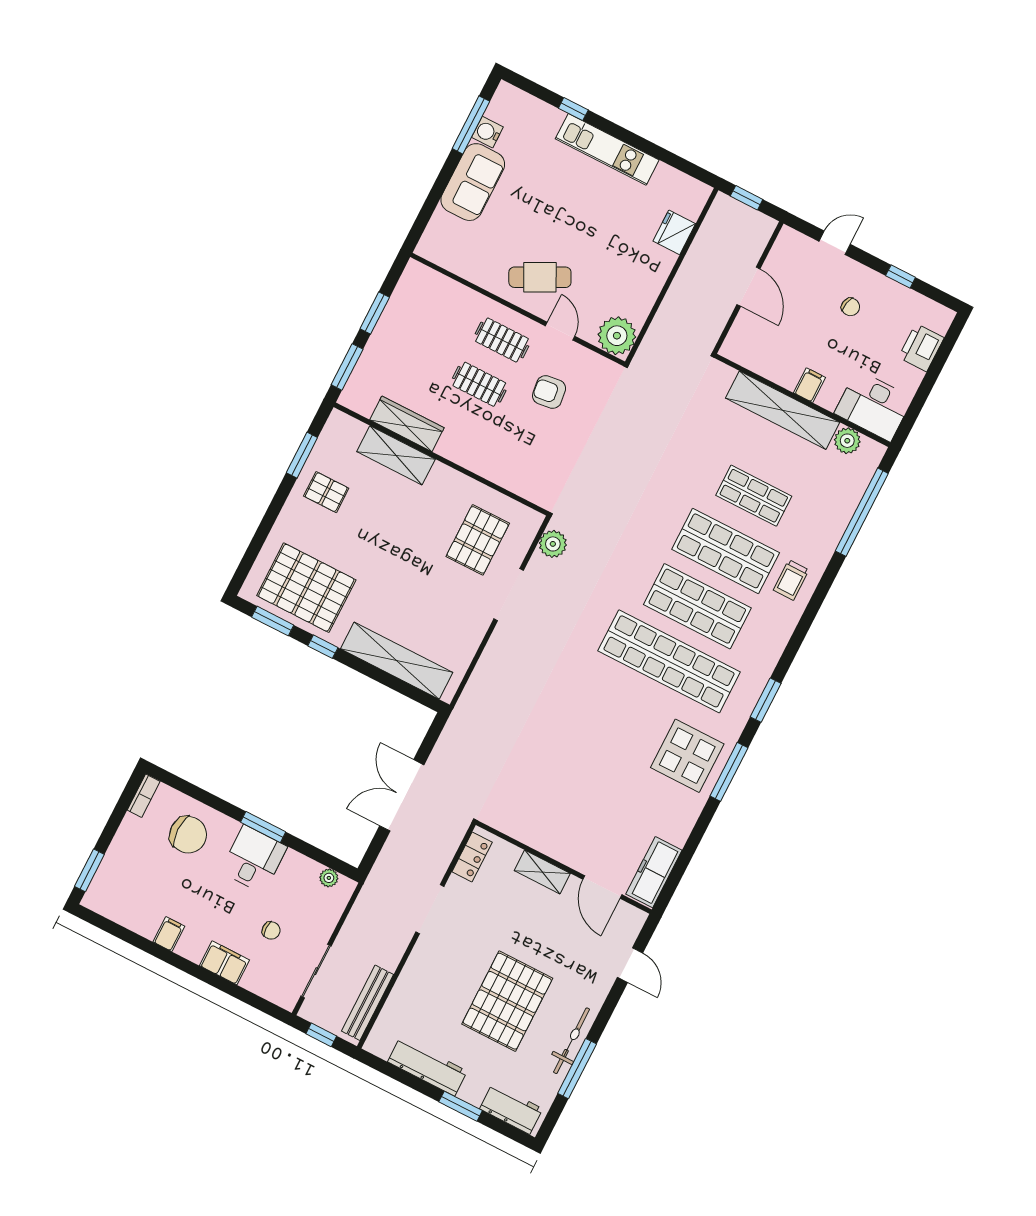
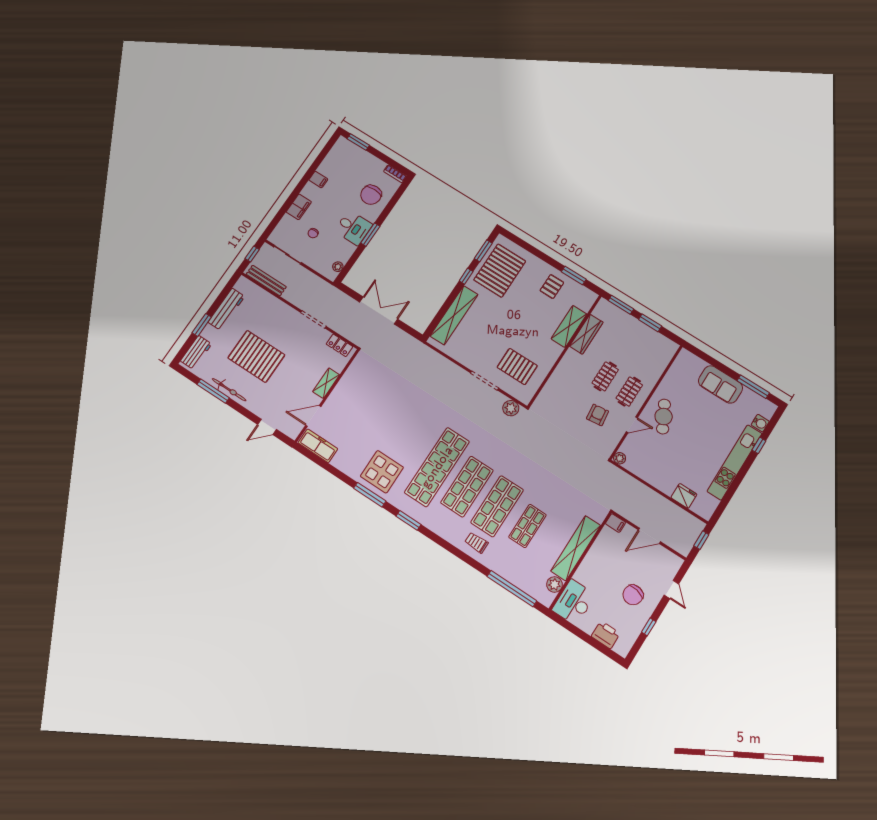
water cooler: (487, 132) -> (760, 423), moved, turned 90
kitchen unit: (607, 149) -> (735, 462), width x1.36
chair: (850, 307) -> (633, 595), width x1.87, depth x1.87
plant: (617, 336) -> (620, 458), width x0.53, depth x0.53
filing cabinet: (809, 385) -> (615, 523), moved

